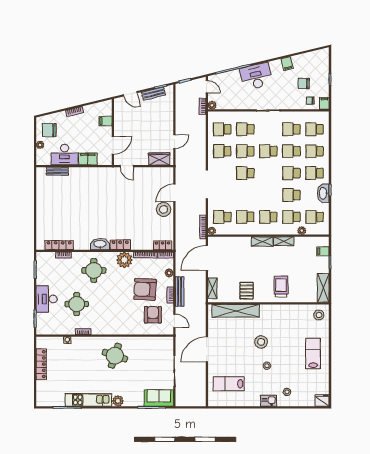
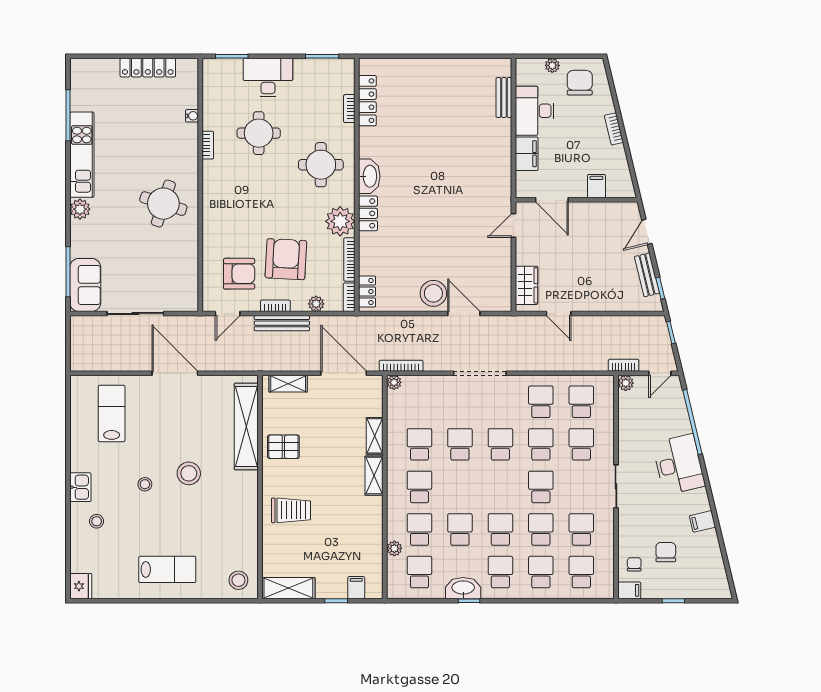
school desk: (222, 217) -> (460, 444), moved
shelving: (284, 241) -> (375, 436), moved

